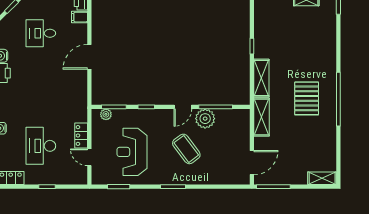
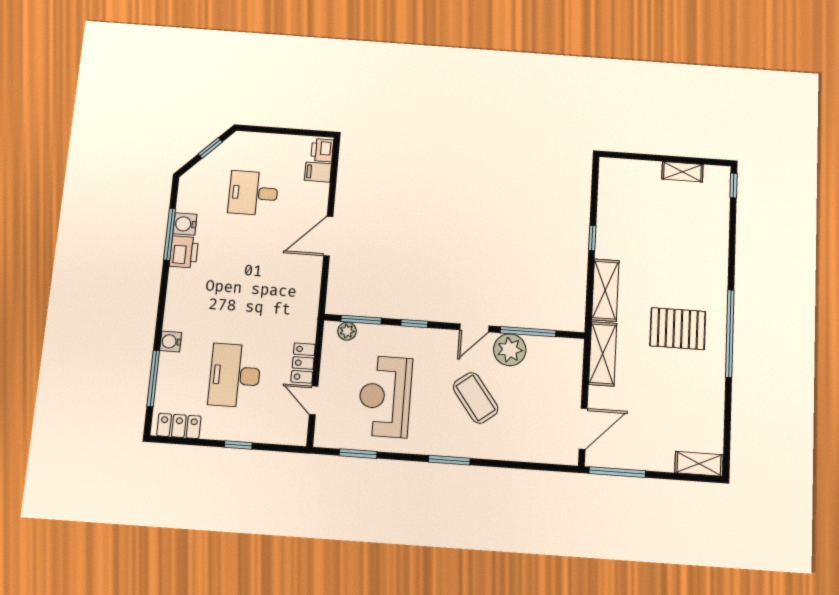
pallet: (307, 98) -> (678, 329), turned 90

